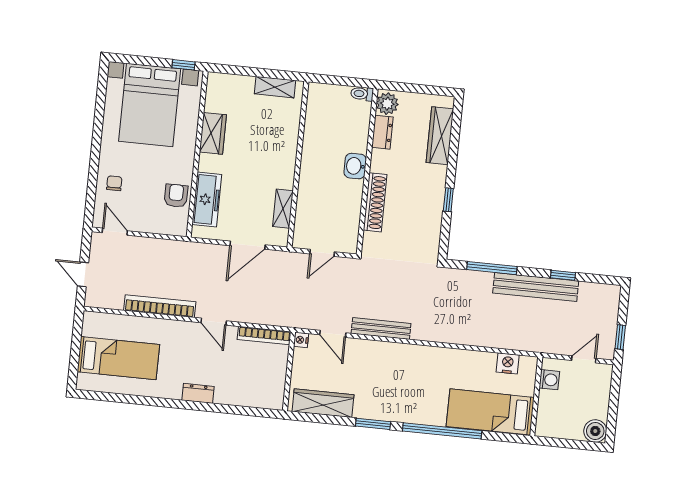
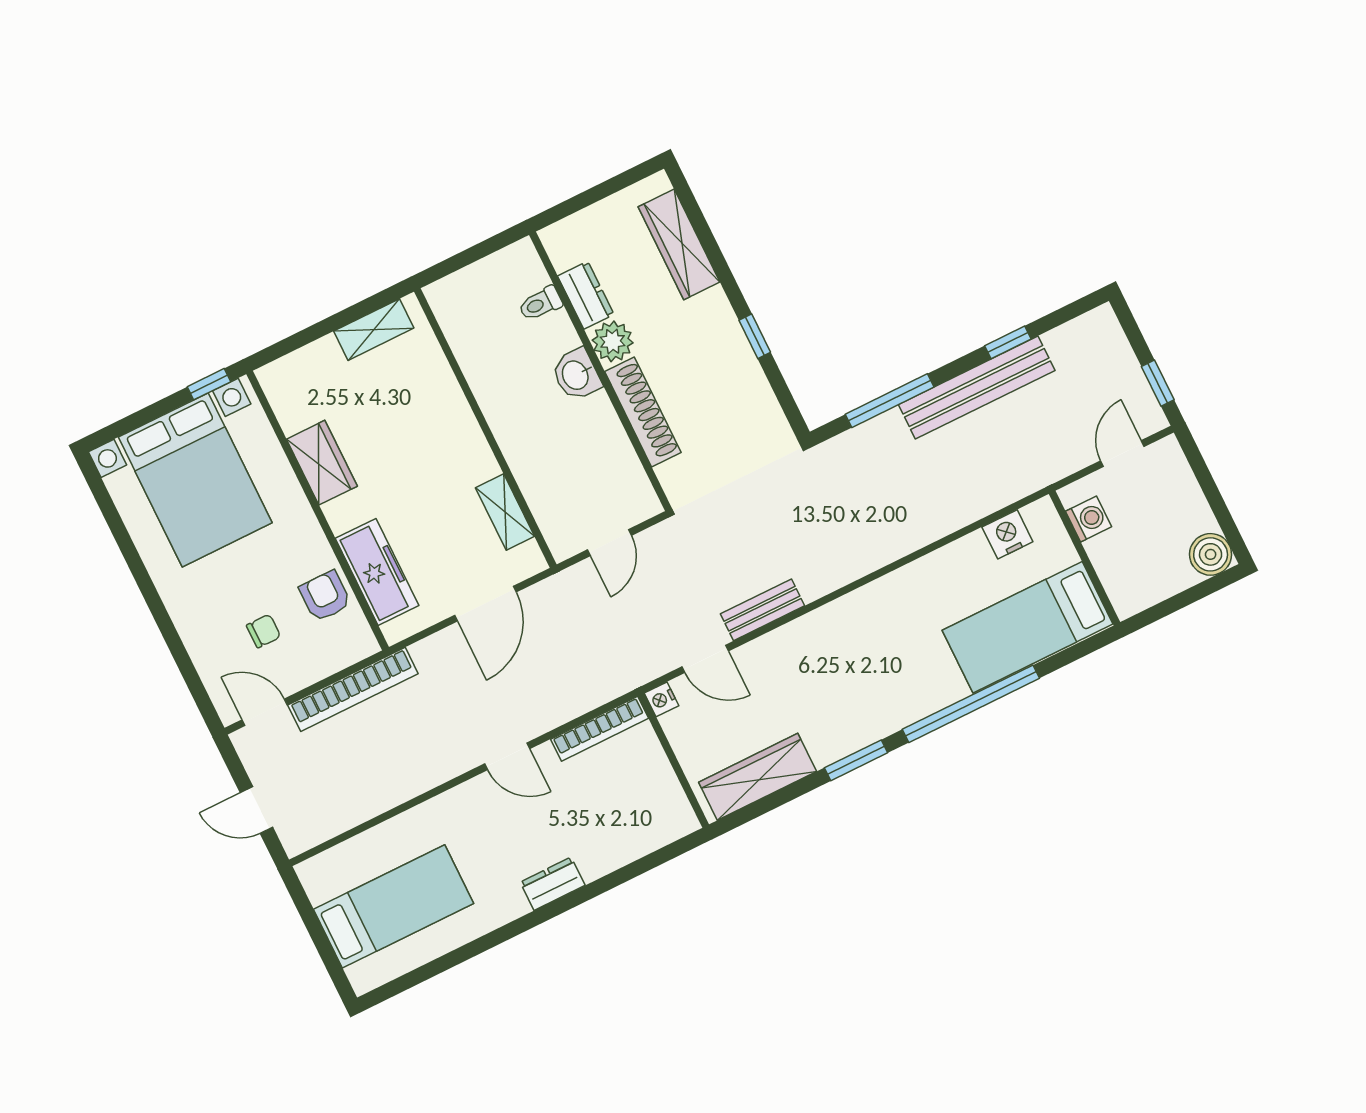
toilet: (362, 94) -> (540, 304), moved
plant: (387, 104) -> (613, 341), moved
chair: (114, 183) -> (264, 631), moved, turned 90
bookcase: (160, 306) -> (353, 689), moved, turned 180
bench: (381, 329) -> (762, 610), width x0.73

